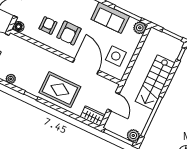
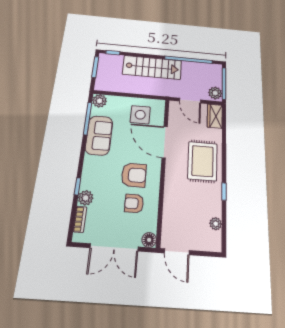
door: (86, 66) -> (165, 142), hinge flipped
door: (113, 102) -> (190, 101), swing flipped
plant: (133, 135) -> (215, 93), moved

